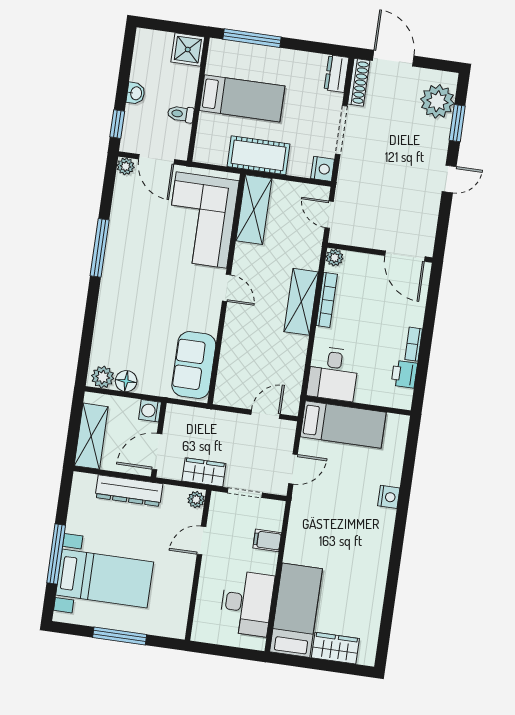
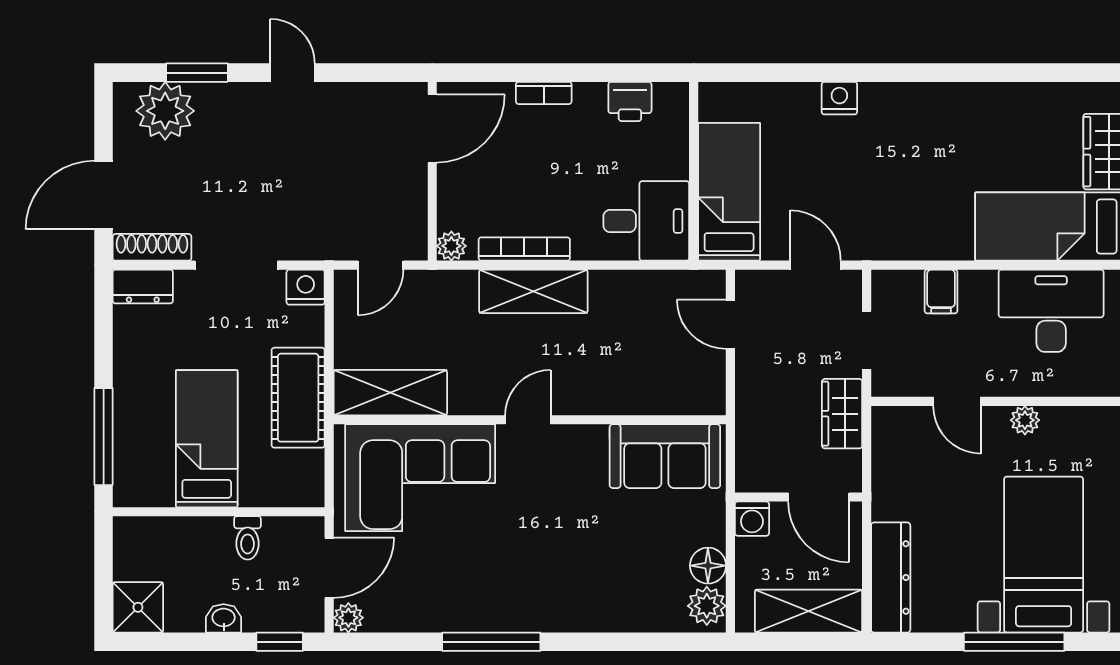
shower: (188, 50) -> (138, 607), moved
bookcase: (414, 344) -> (544, 93), moved
dresser: (129, 491) -> (891, 577), moved
plant: (196, 500) -> (1025, 420), moved

